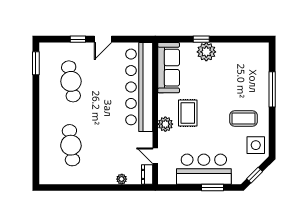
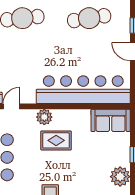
plant: (206, 52) -> (120, 177), moved
sofa: (169, 68) -> (111, 120), width x0.73

